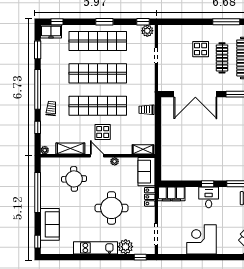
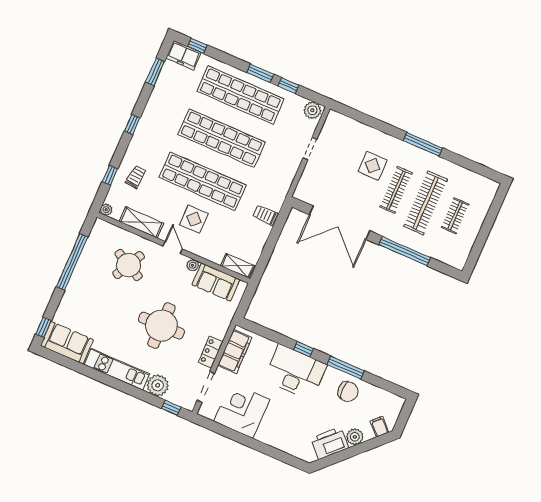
window: (143, 22) -> (288, 86), moved
window: (38, 89) -> (132, 125), width x0.32
trolley: (51, 108) -> (136, 177), moved
sofa: (146, 172) -> (216, 282), moved, turned -90
round table: (74, 179) -> (129, 265), turned 30
filing cabinet: (171, 194) -> (235, 351), moved, turned -90
locker: (150, 197) -> (211, 352), moved
desk: (209, 197) -> (295, 372), width x1.87, depth x1.30
sofa: (50, 224) -> (67, 343), moved, turned -90
corner desk: (201, 239) -> (242, 410), moved

